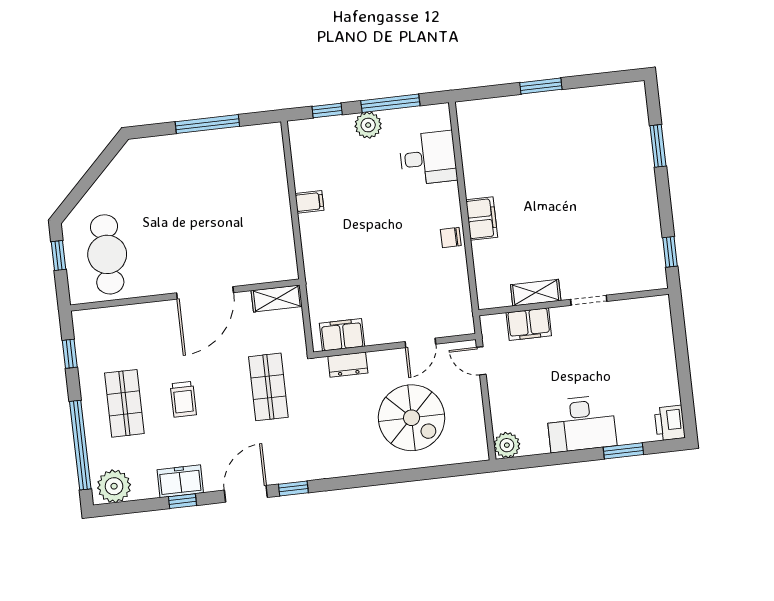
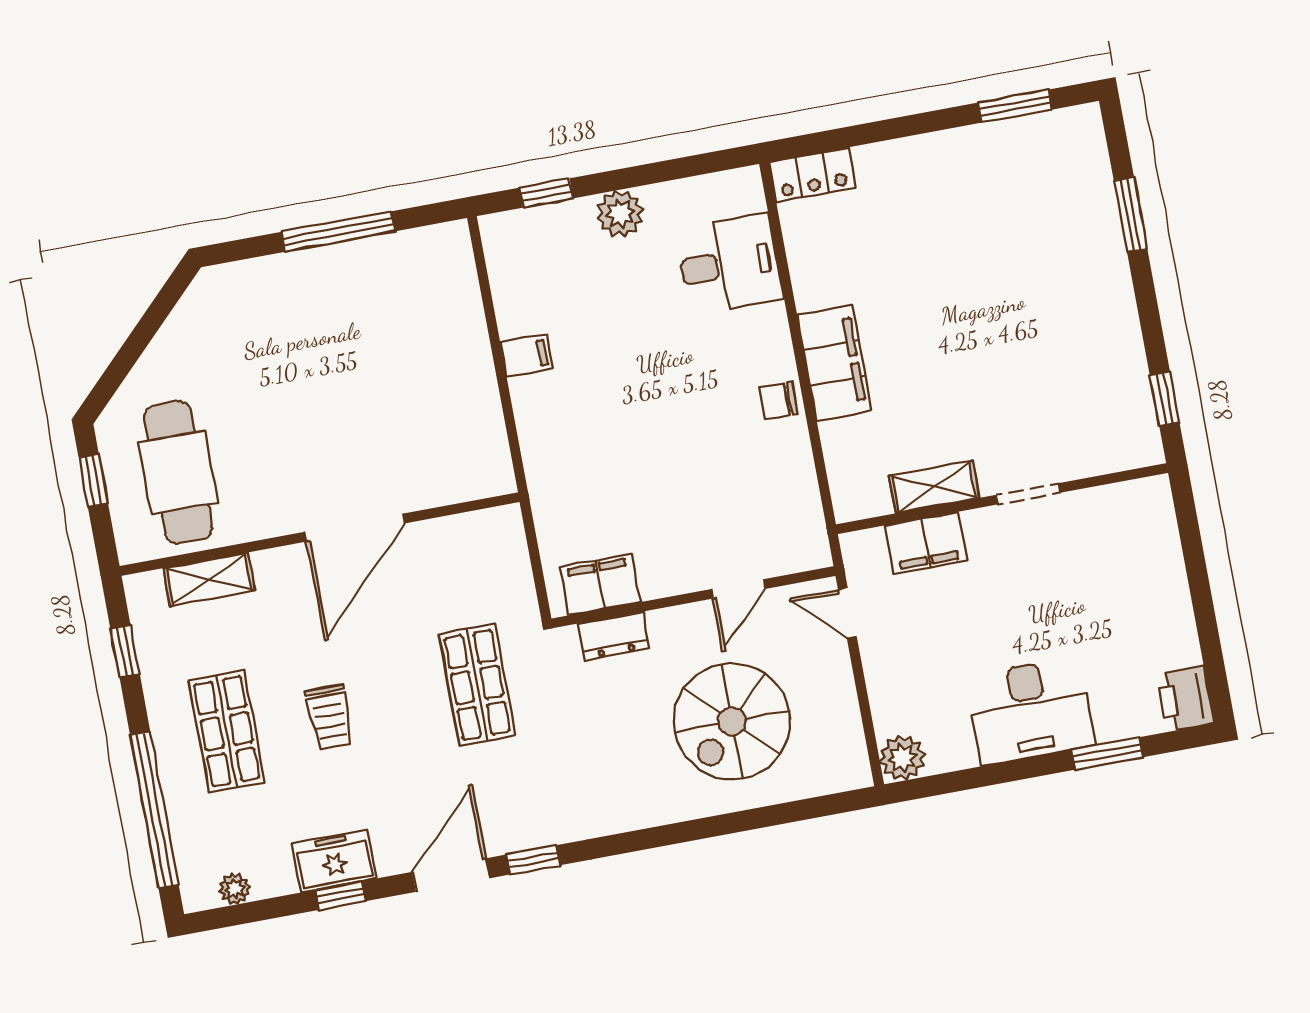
window: (541, 86) -> (1015, 106), moved
window: (390, 103) -> (656, 173), removed
locker: (479, 111) -> (812, 175), added
filing cabinet: (482, 219) -> (834, 363), width x1.50, depth x1.17
shelving: (277, 298) -> (209, 579), moved
spiral stairs: (412, 418) -> (732, 721), turned 90
plant: (114, 486) -> (235, 889), width x0.53, depth x0.53

